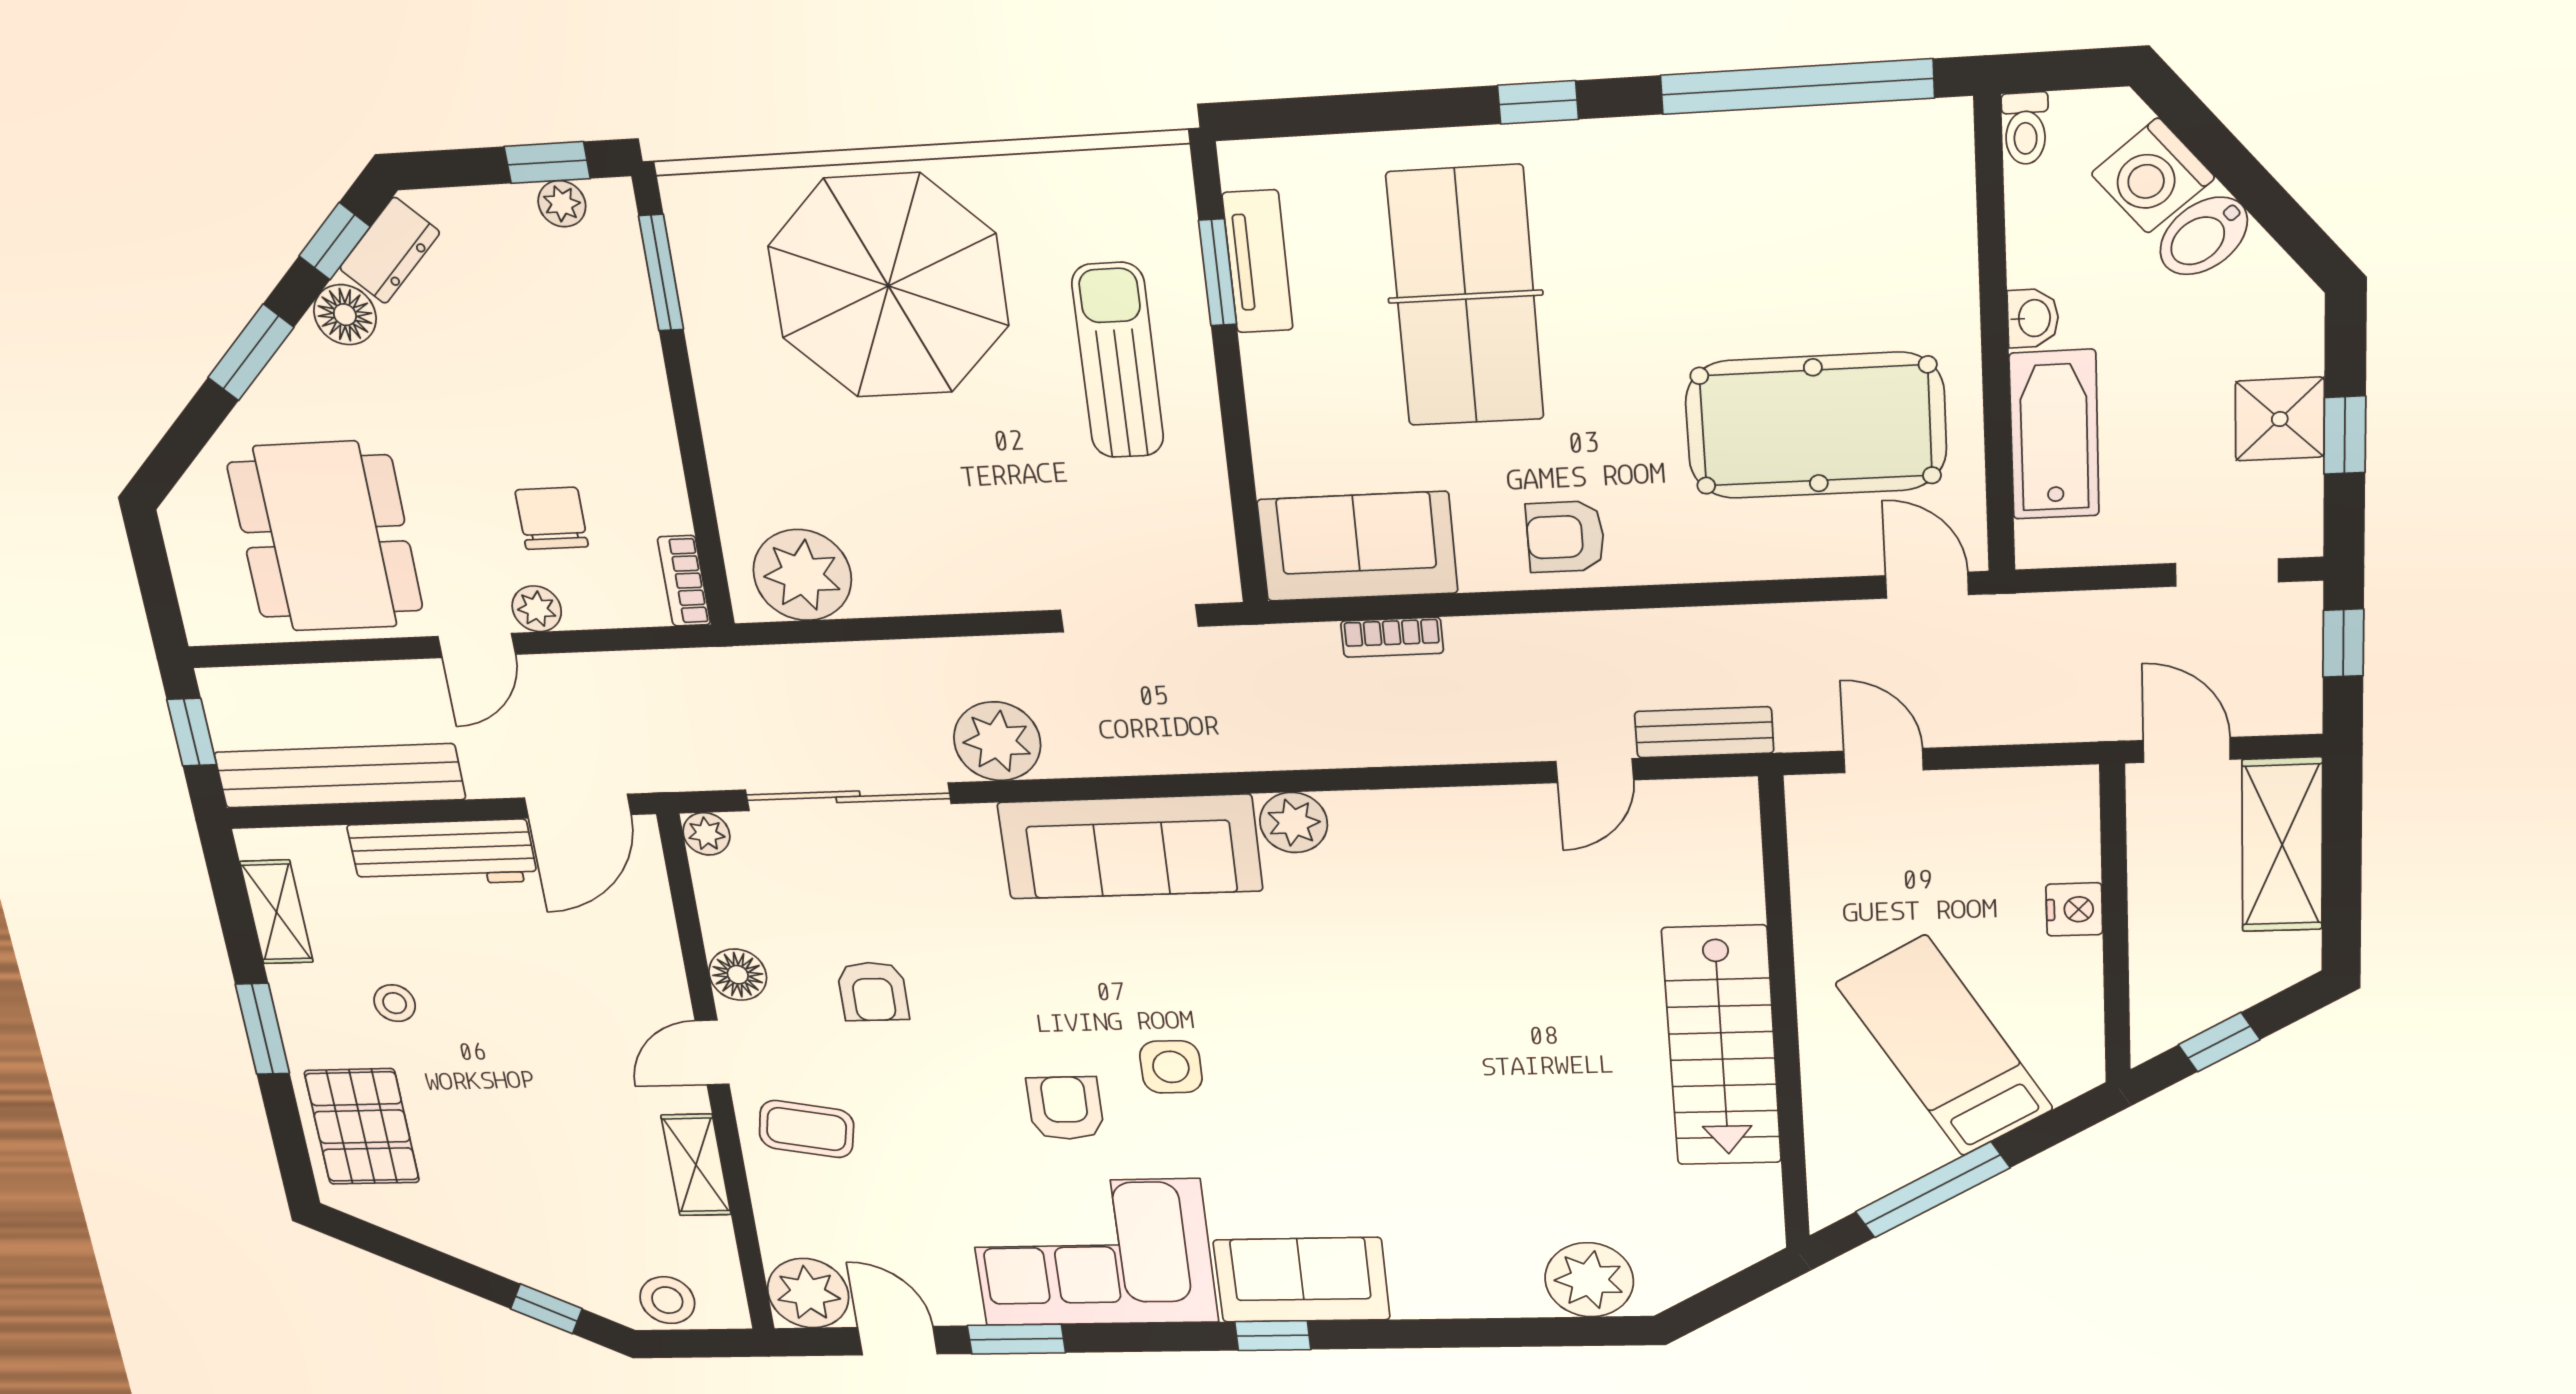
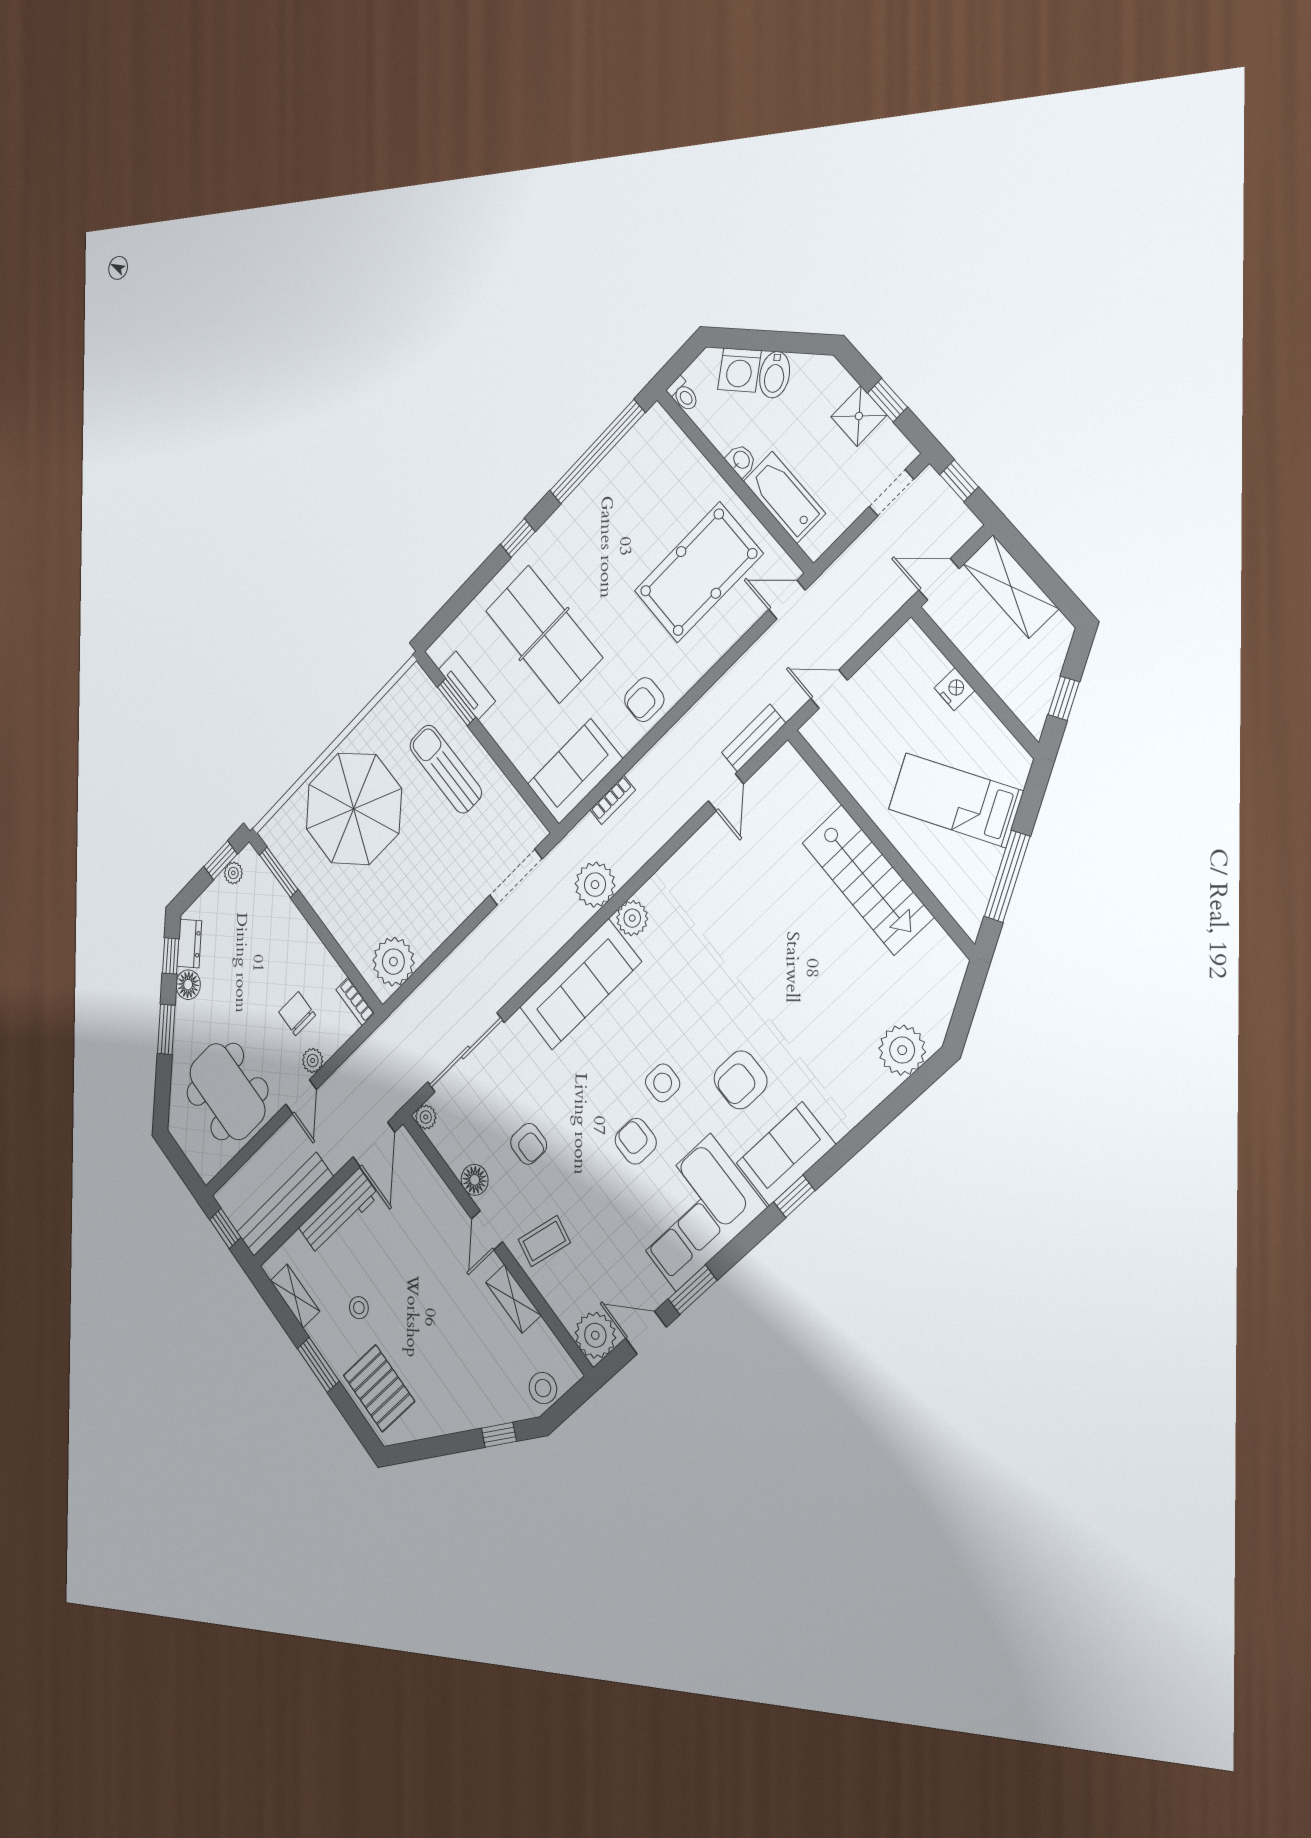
plant: (997, 741) -> (595, 885), moved
armchair: (1304, 1148) -> (741, 1080), added

